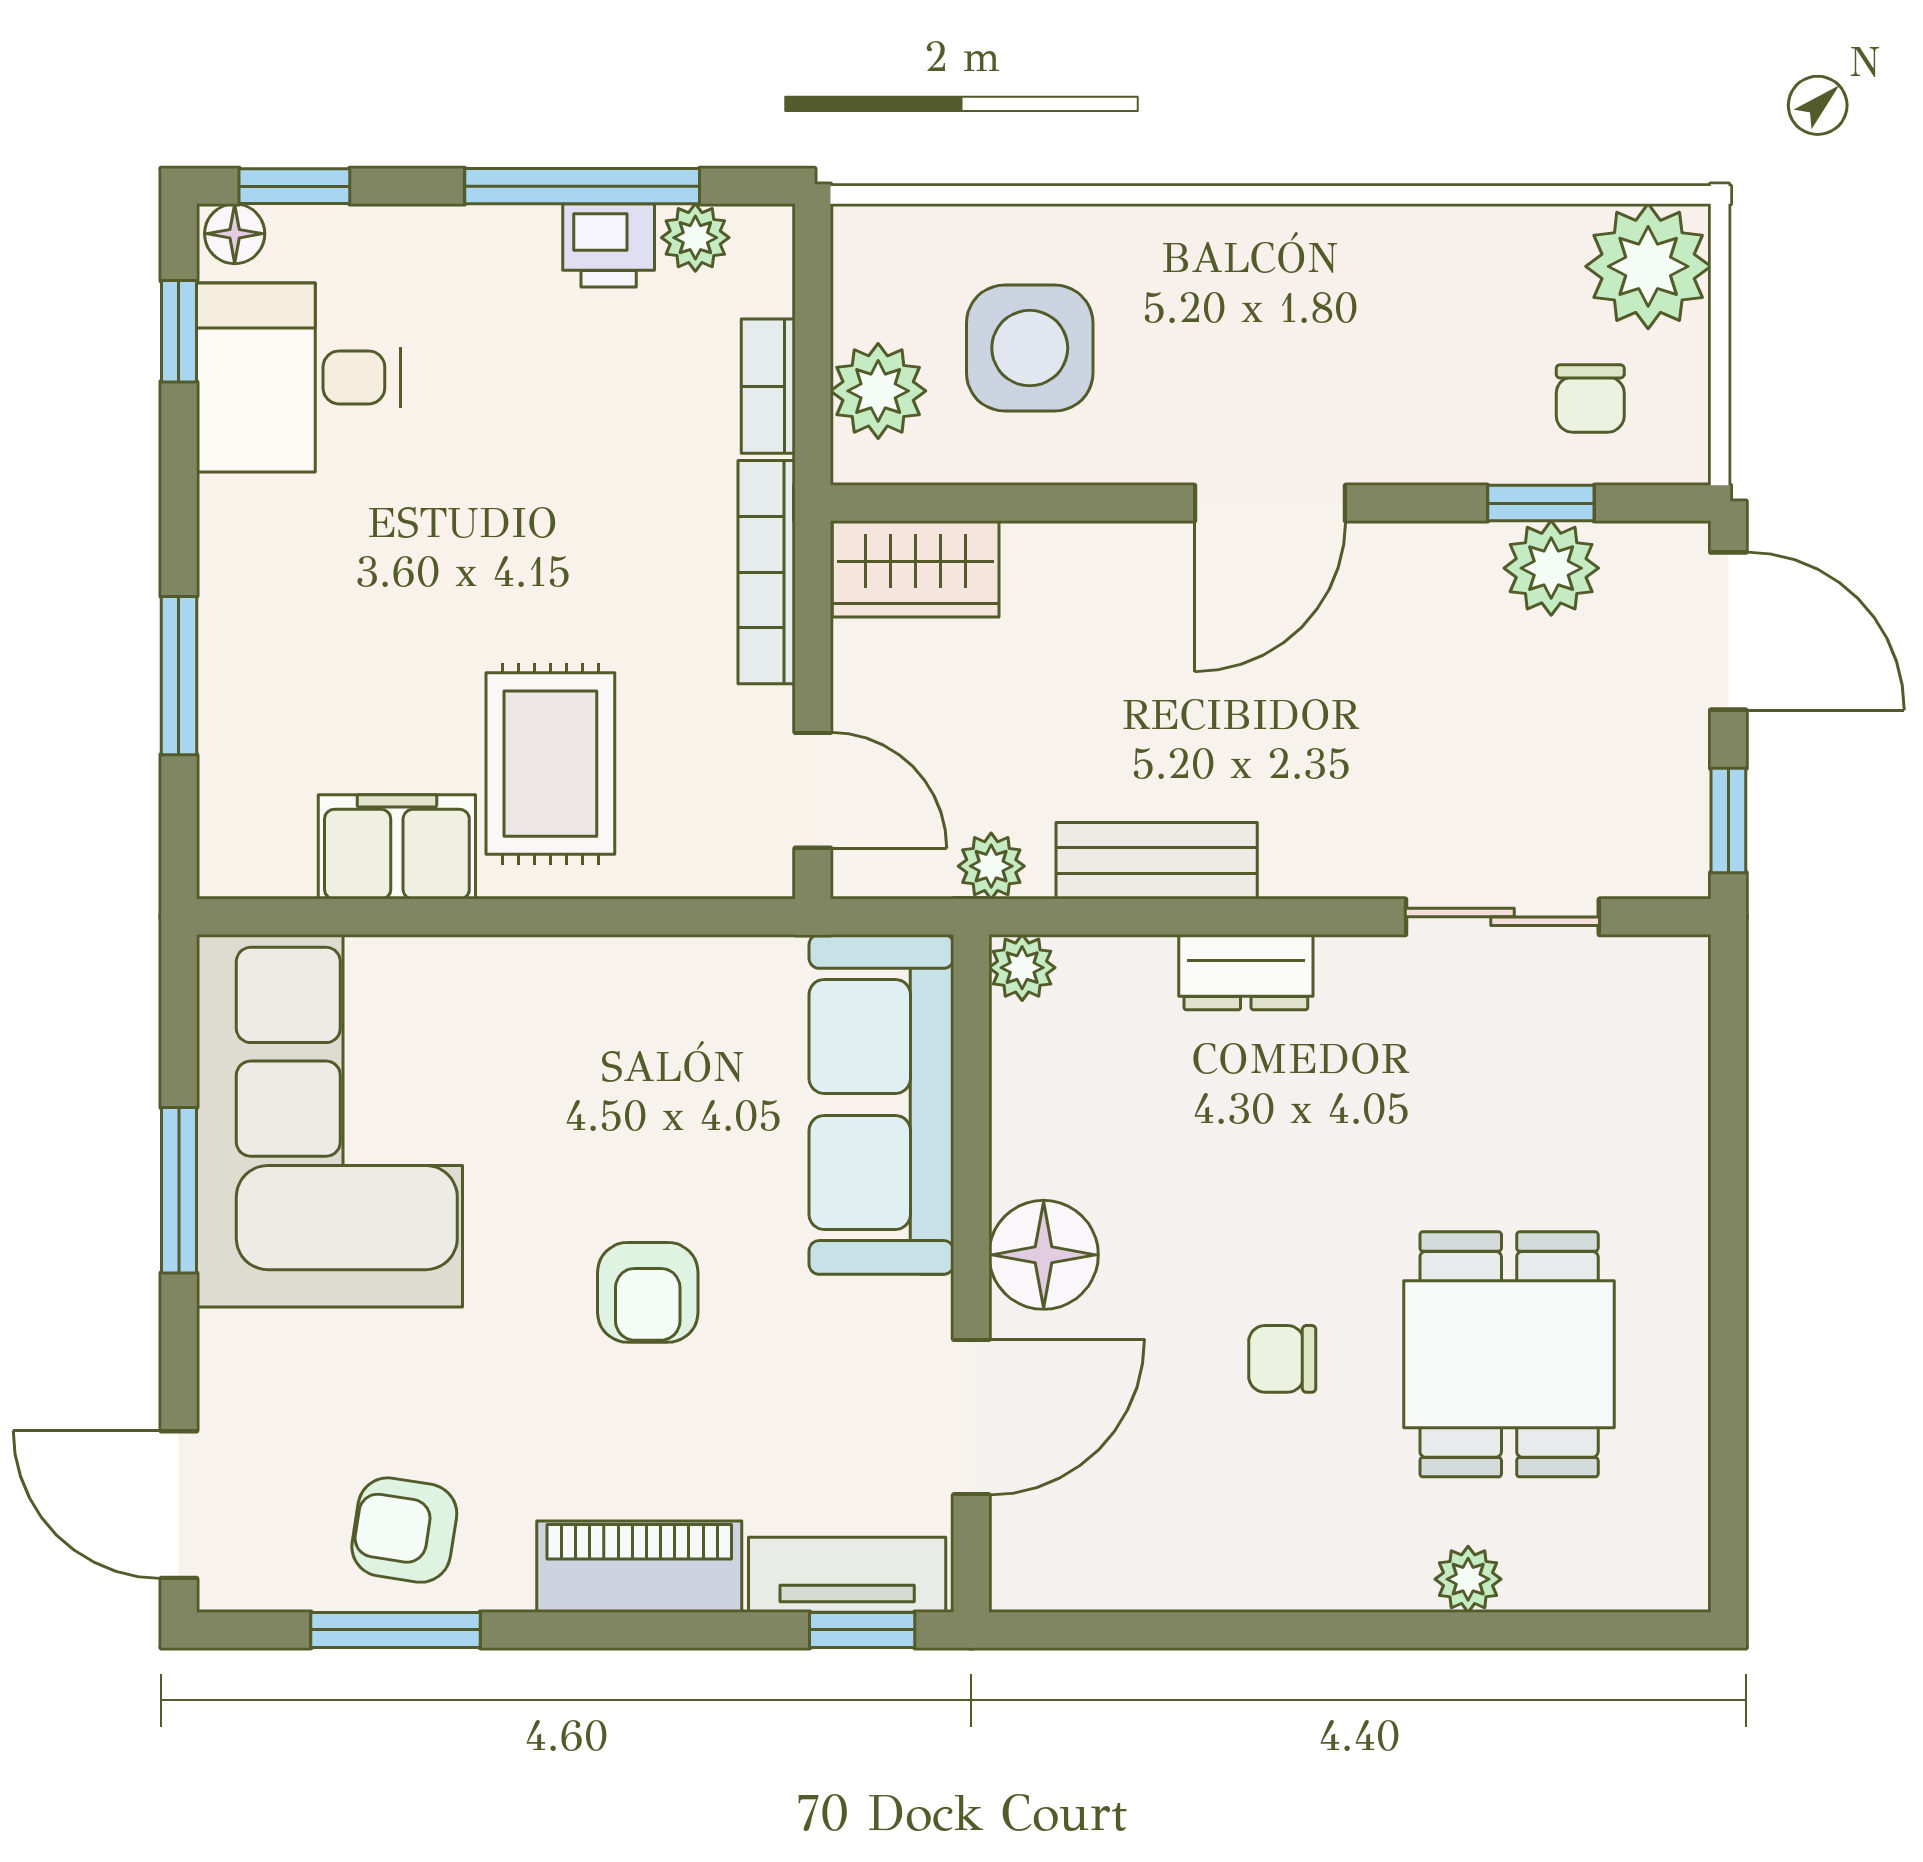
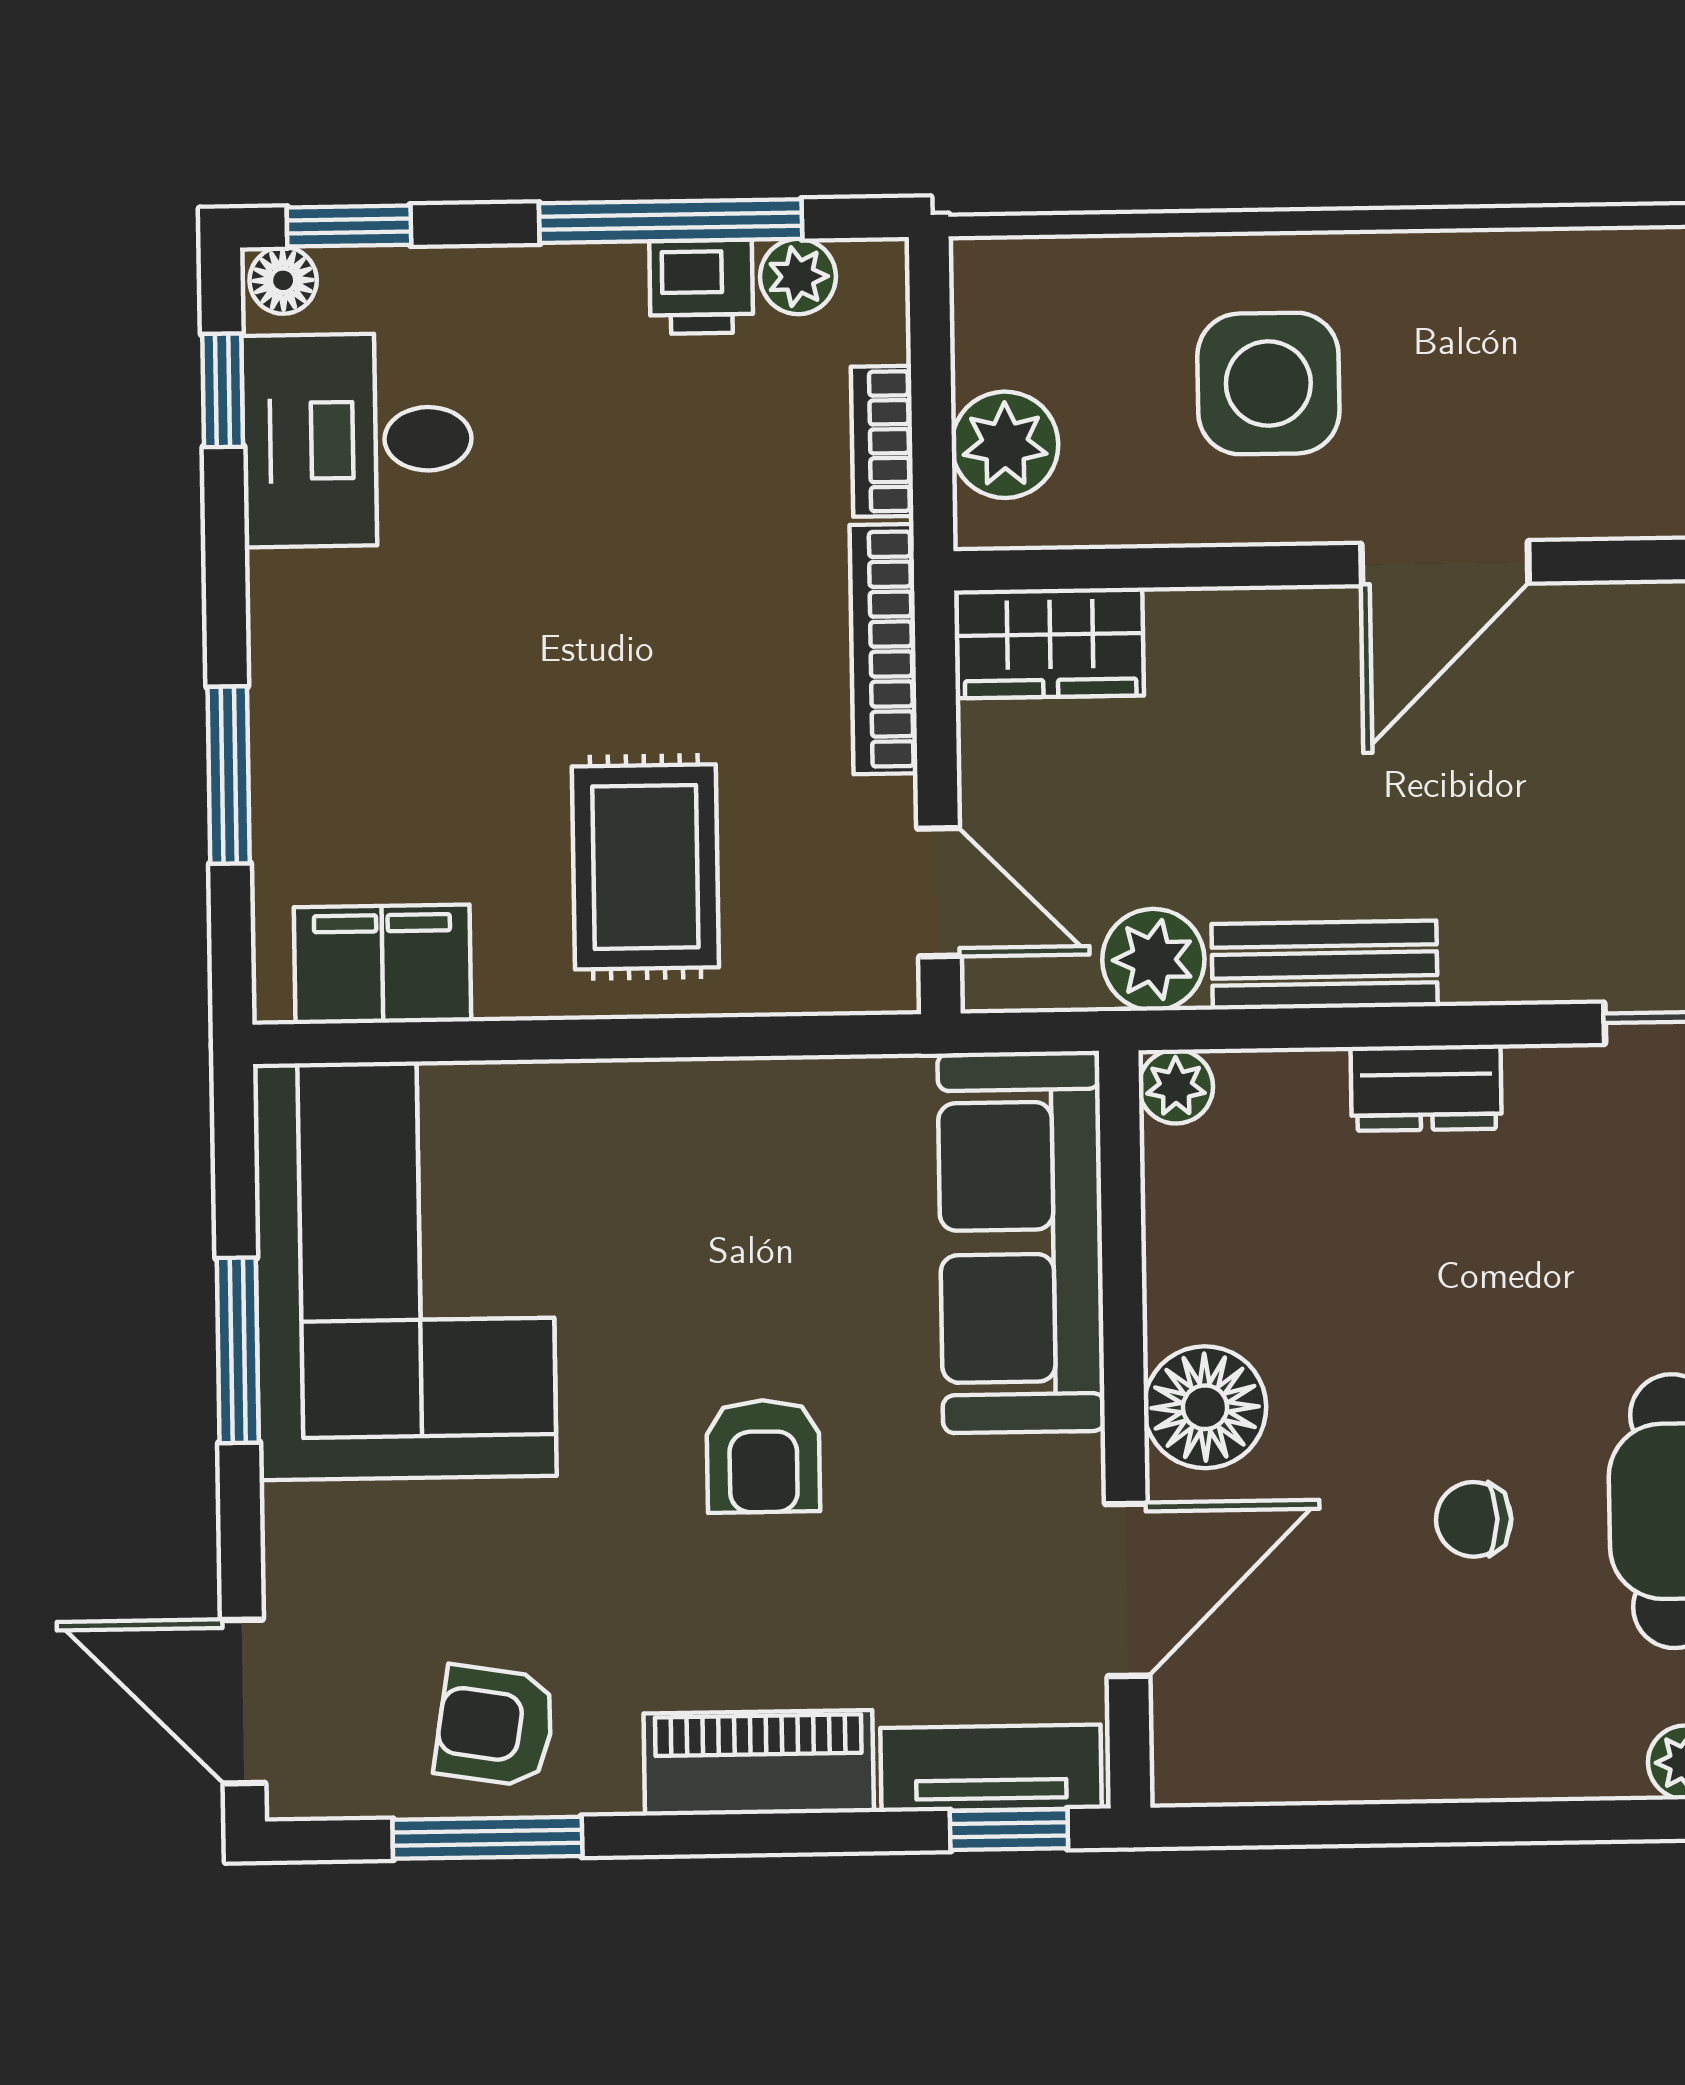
side table: (1030, 348) -> (1268, 384), moved
filing cabinet: (397, 847) -> (383, 964), moved
plant: (991, 866) -> (1153, 960), width x1.38, depth x1.38

